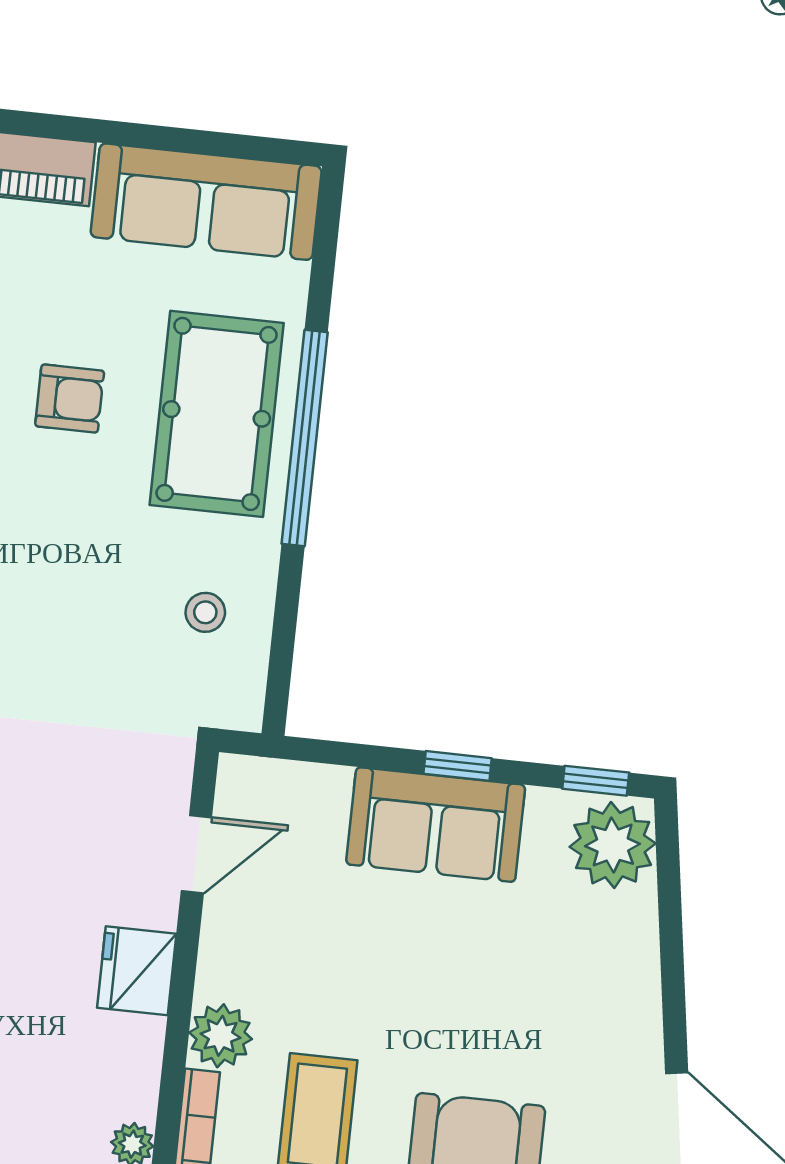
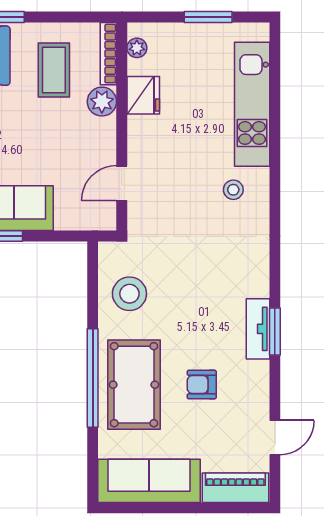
stool: (205, 612) -> (129, 294), width x1.89, depth x1.89
fridge: (137, 971) -> (143, 95), moved

